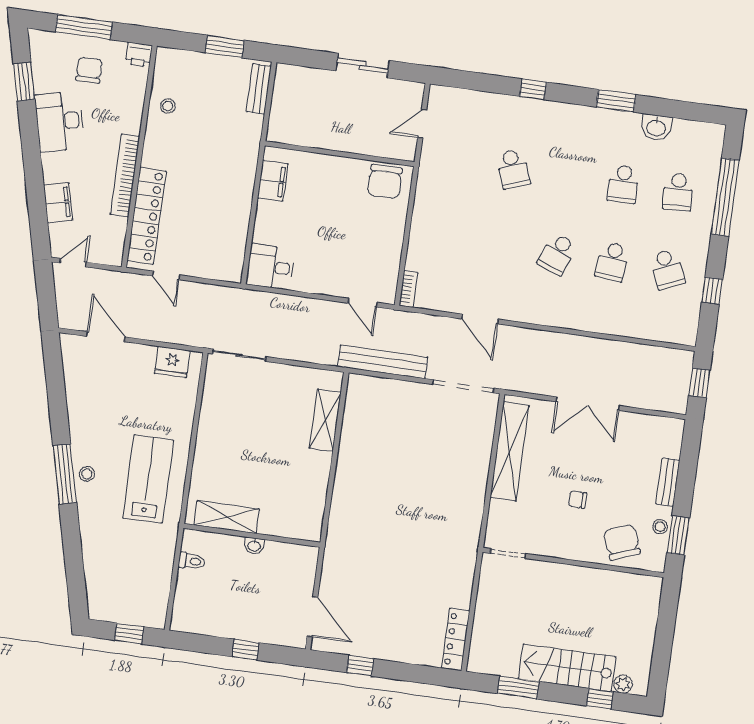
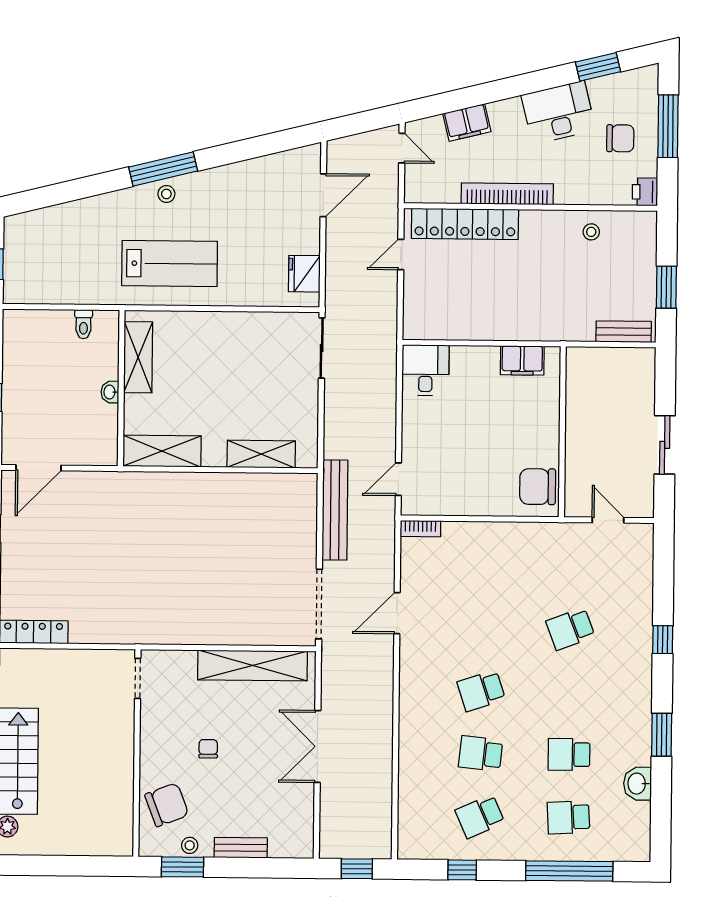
school desk: (557, 254) -> (481, 691), turned -39
shelving: (312, 507) -> (162, 451), added

